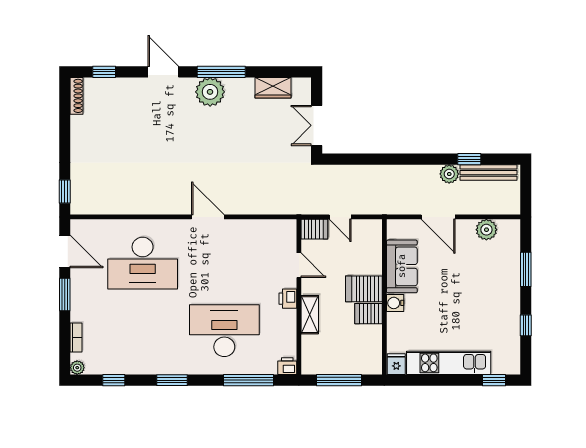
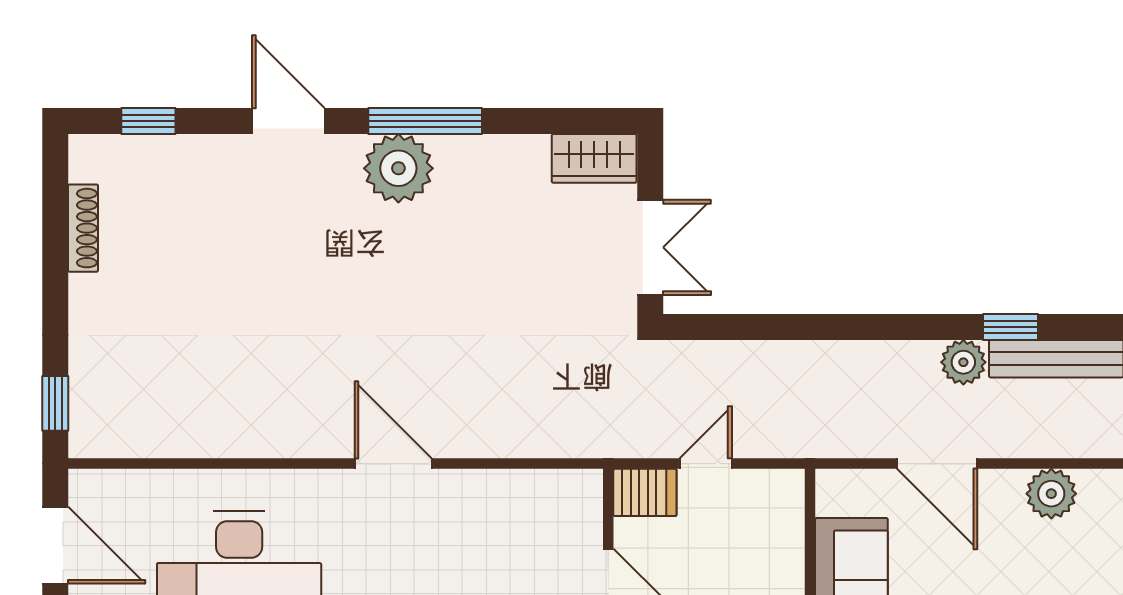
wardrobe: (273, 88) -> (594, 158), moved
shoe rack: (76, 96) -> (83, 228), moved
double door: (317, 125) -> (650, 247), swing flipped
door: (340, 217) -> (706, 464), swing flipped

